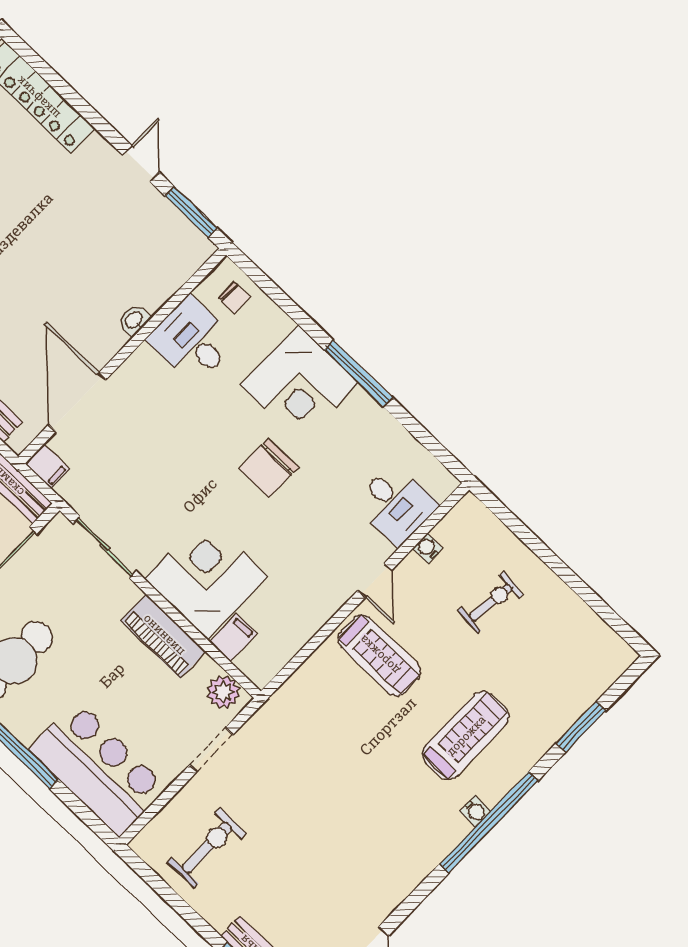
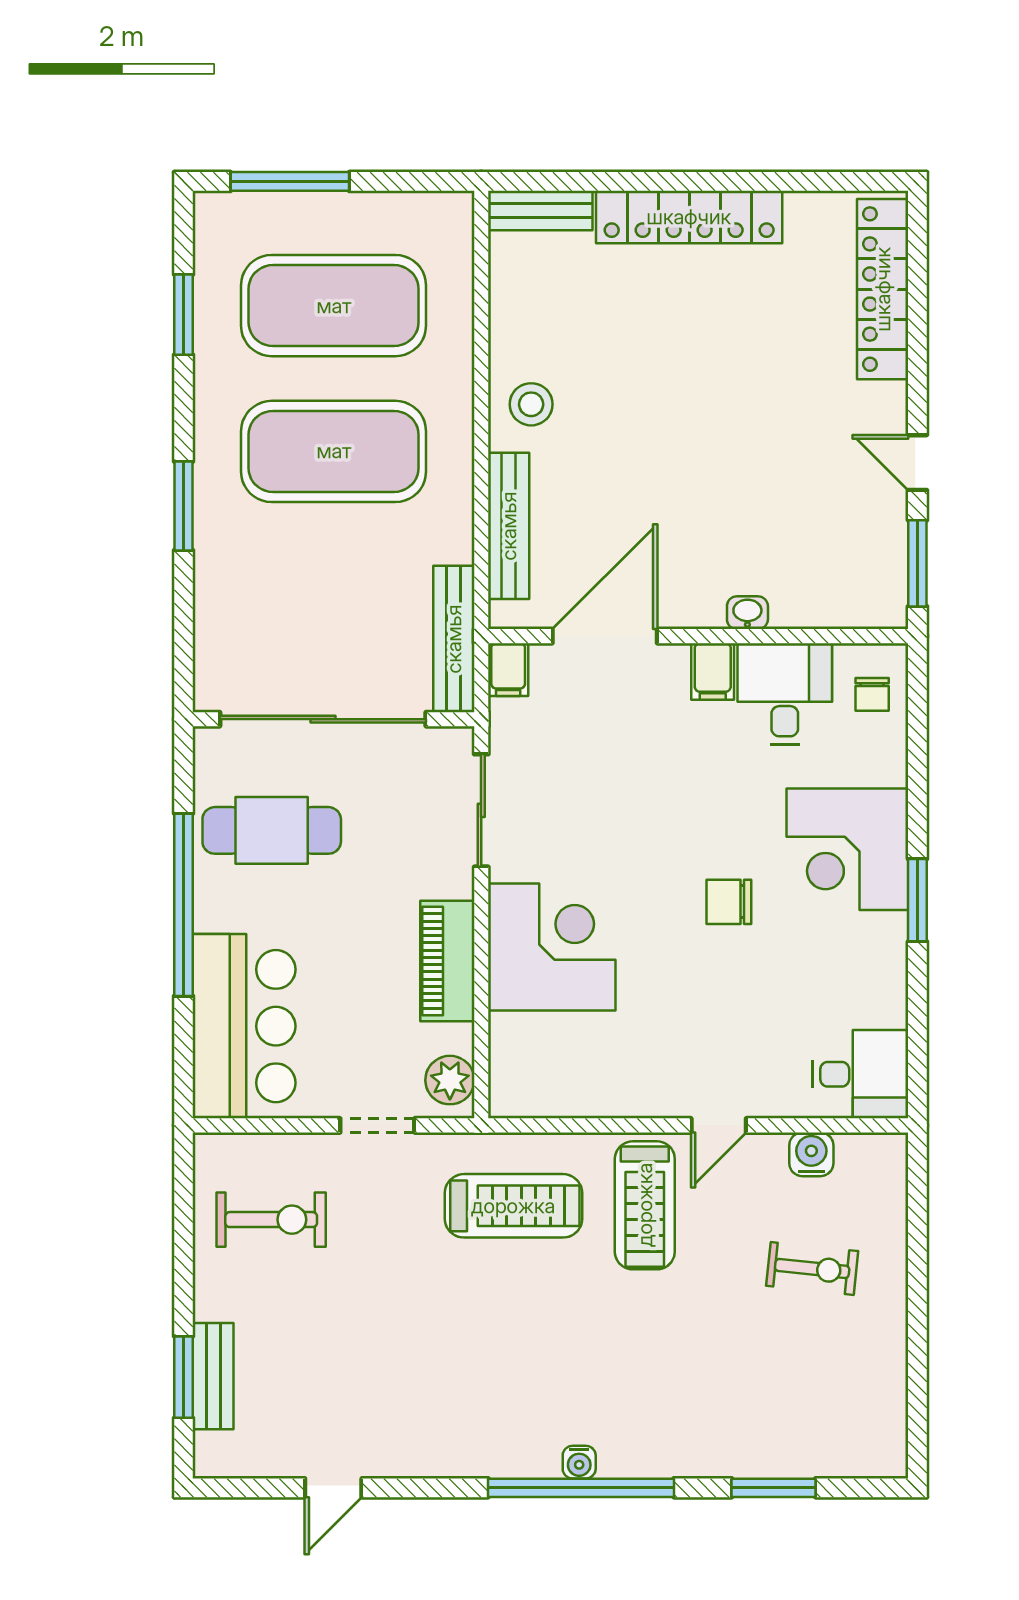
door: (141, 164) -> (917, 463), swing flipped
window: (358, 374) -> (917, 900), width x0.69
chair: (269, 468) -> (729, 902), width x0.73, depth x0.73
desk: (396, 504) -> (861, 1074), moved, turned -90
water cooler: (428, 548) -> (811, 1154), width x1.38, depth x1.38
filing cabinet: (233, 638) -> (713, 671), moved, turned 90
treadmill: (466, 735) -> (513, 1206), moved

